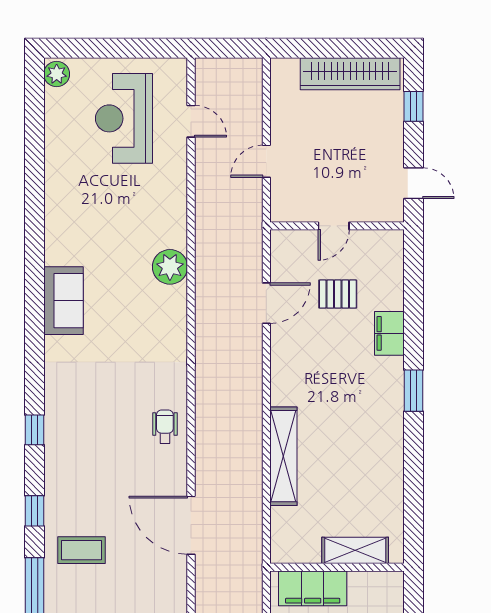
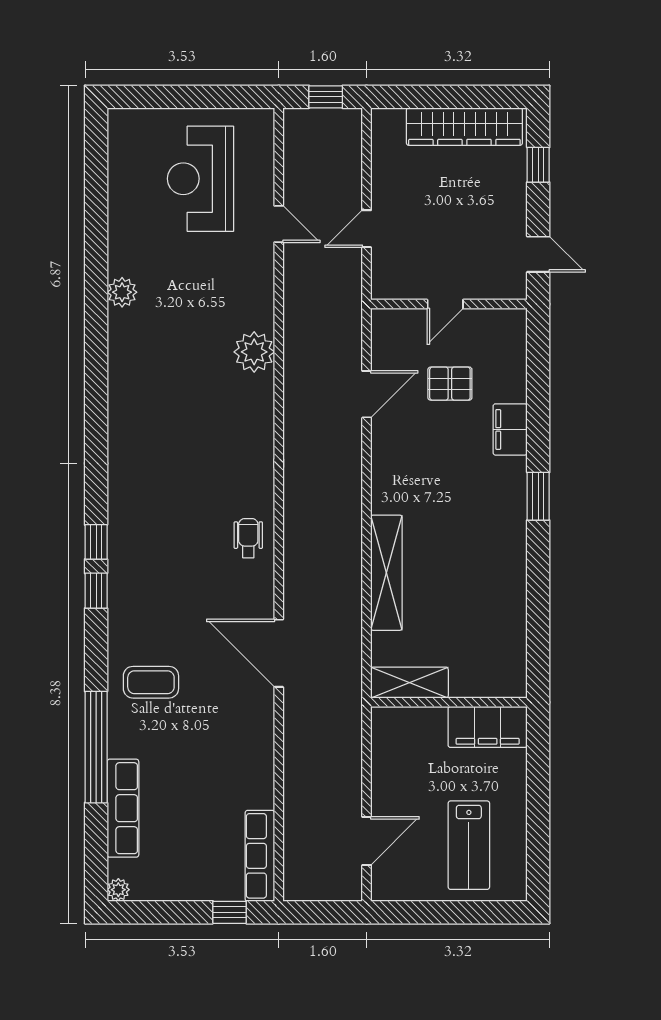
window: (231, 48) -> (326, 97), added
plant: (57, 74) -> (122, 292), moved
door: (191, 121) -> (279, 224), moved
sofa: (64, 301) -> (130, 391), removed
window: (34, 511) -> (96, 591), moved
shelving: (355, 550) -> (409, 683), moved
filing cabinet: (313, 588) -> (488, 727), moved

